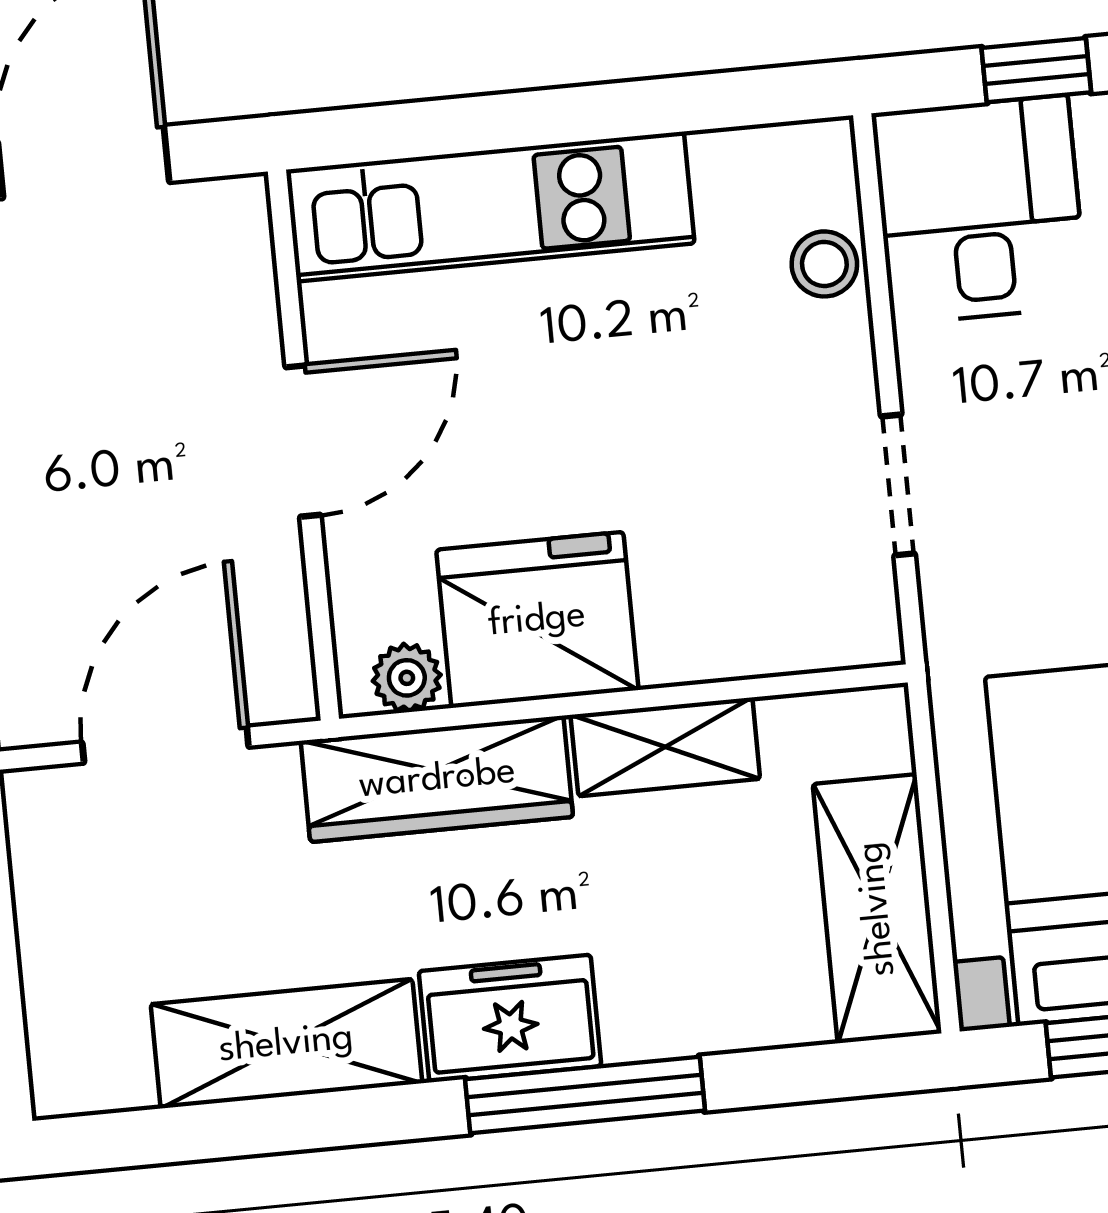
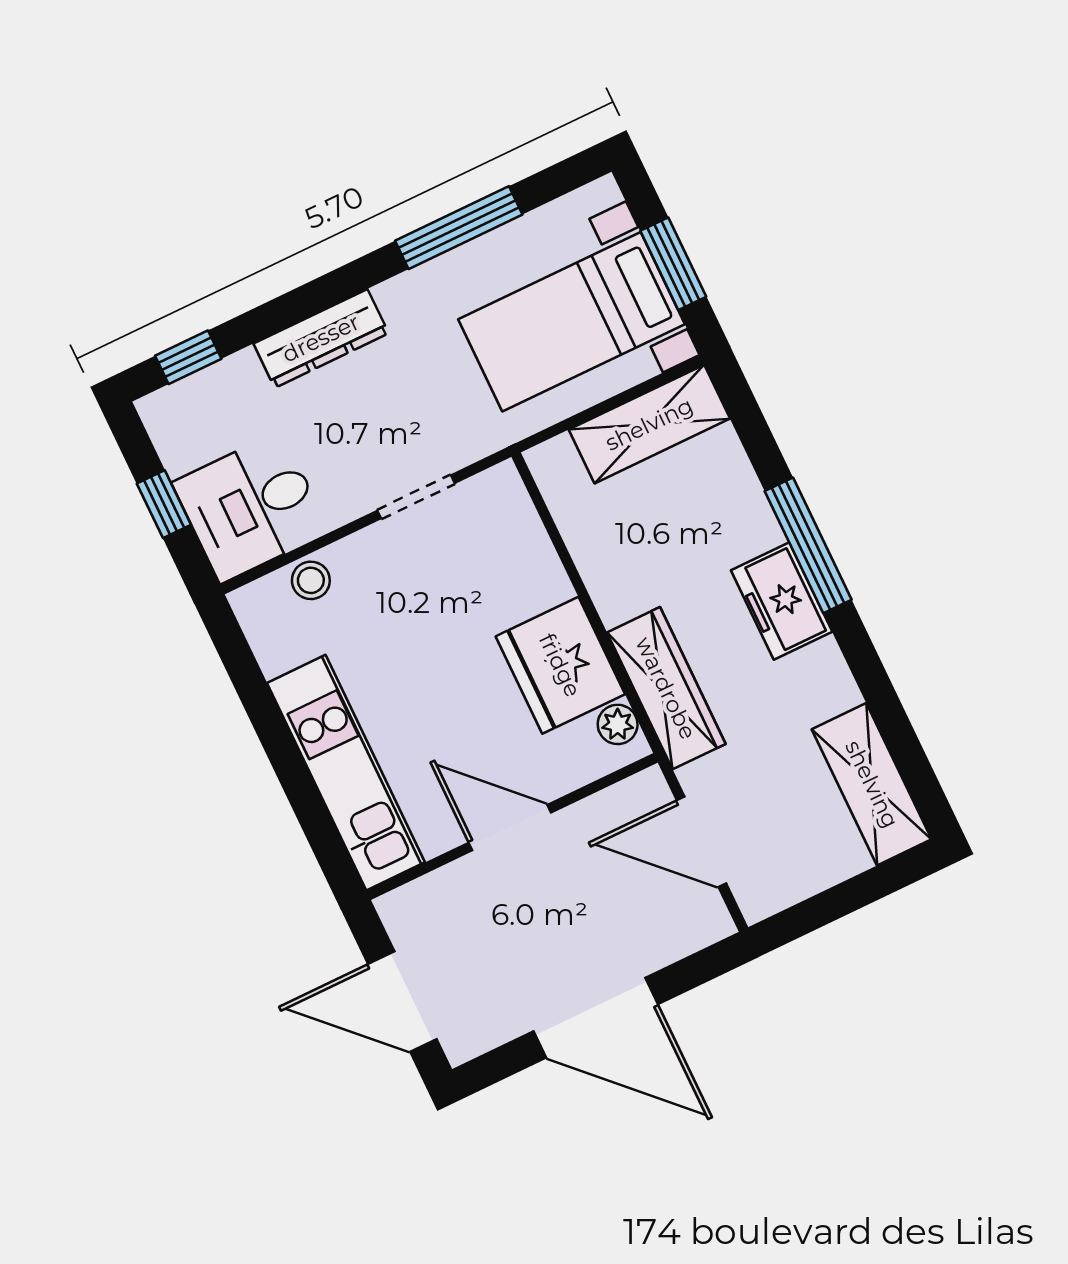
shelving: (665, 747) -> (604, 571), removed
shelving: (286, 1044) -> (872, 784), moved

